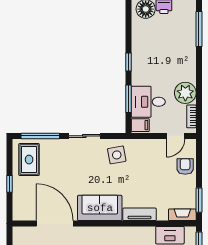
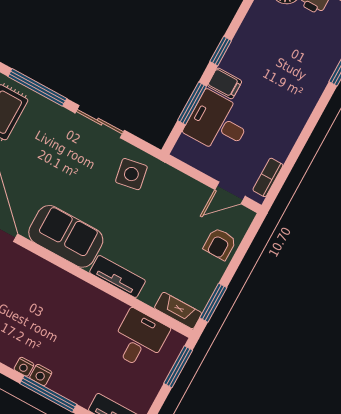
plant: (185, 93) -> (278, 139), removed
filing cabinet: (140, 125) -> (225, 83), moved
armchair: (185, 166) -> (220, 244), turned 180

